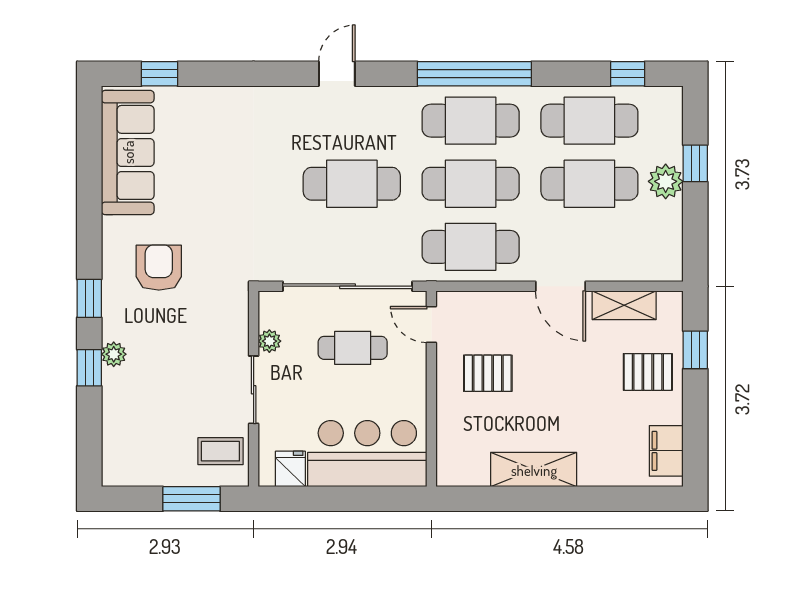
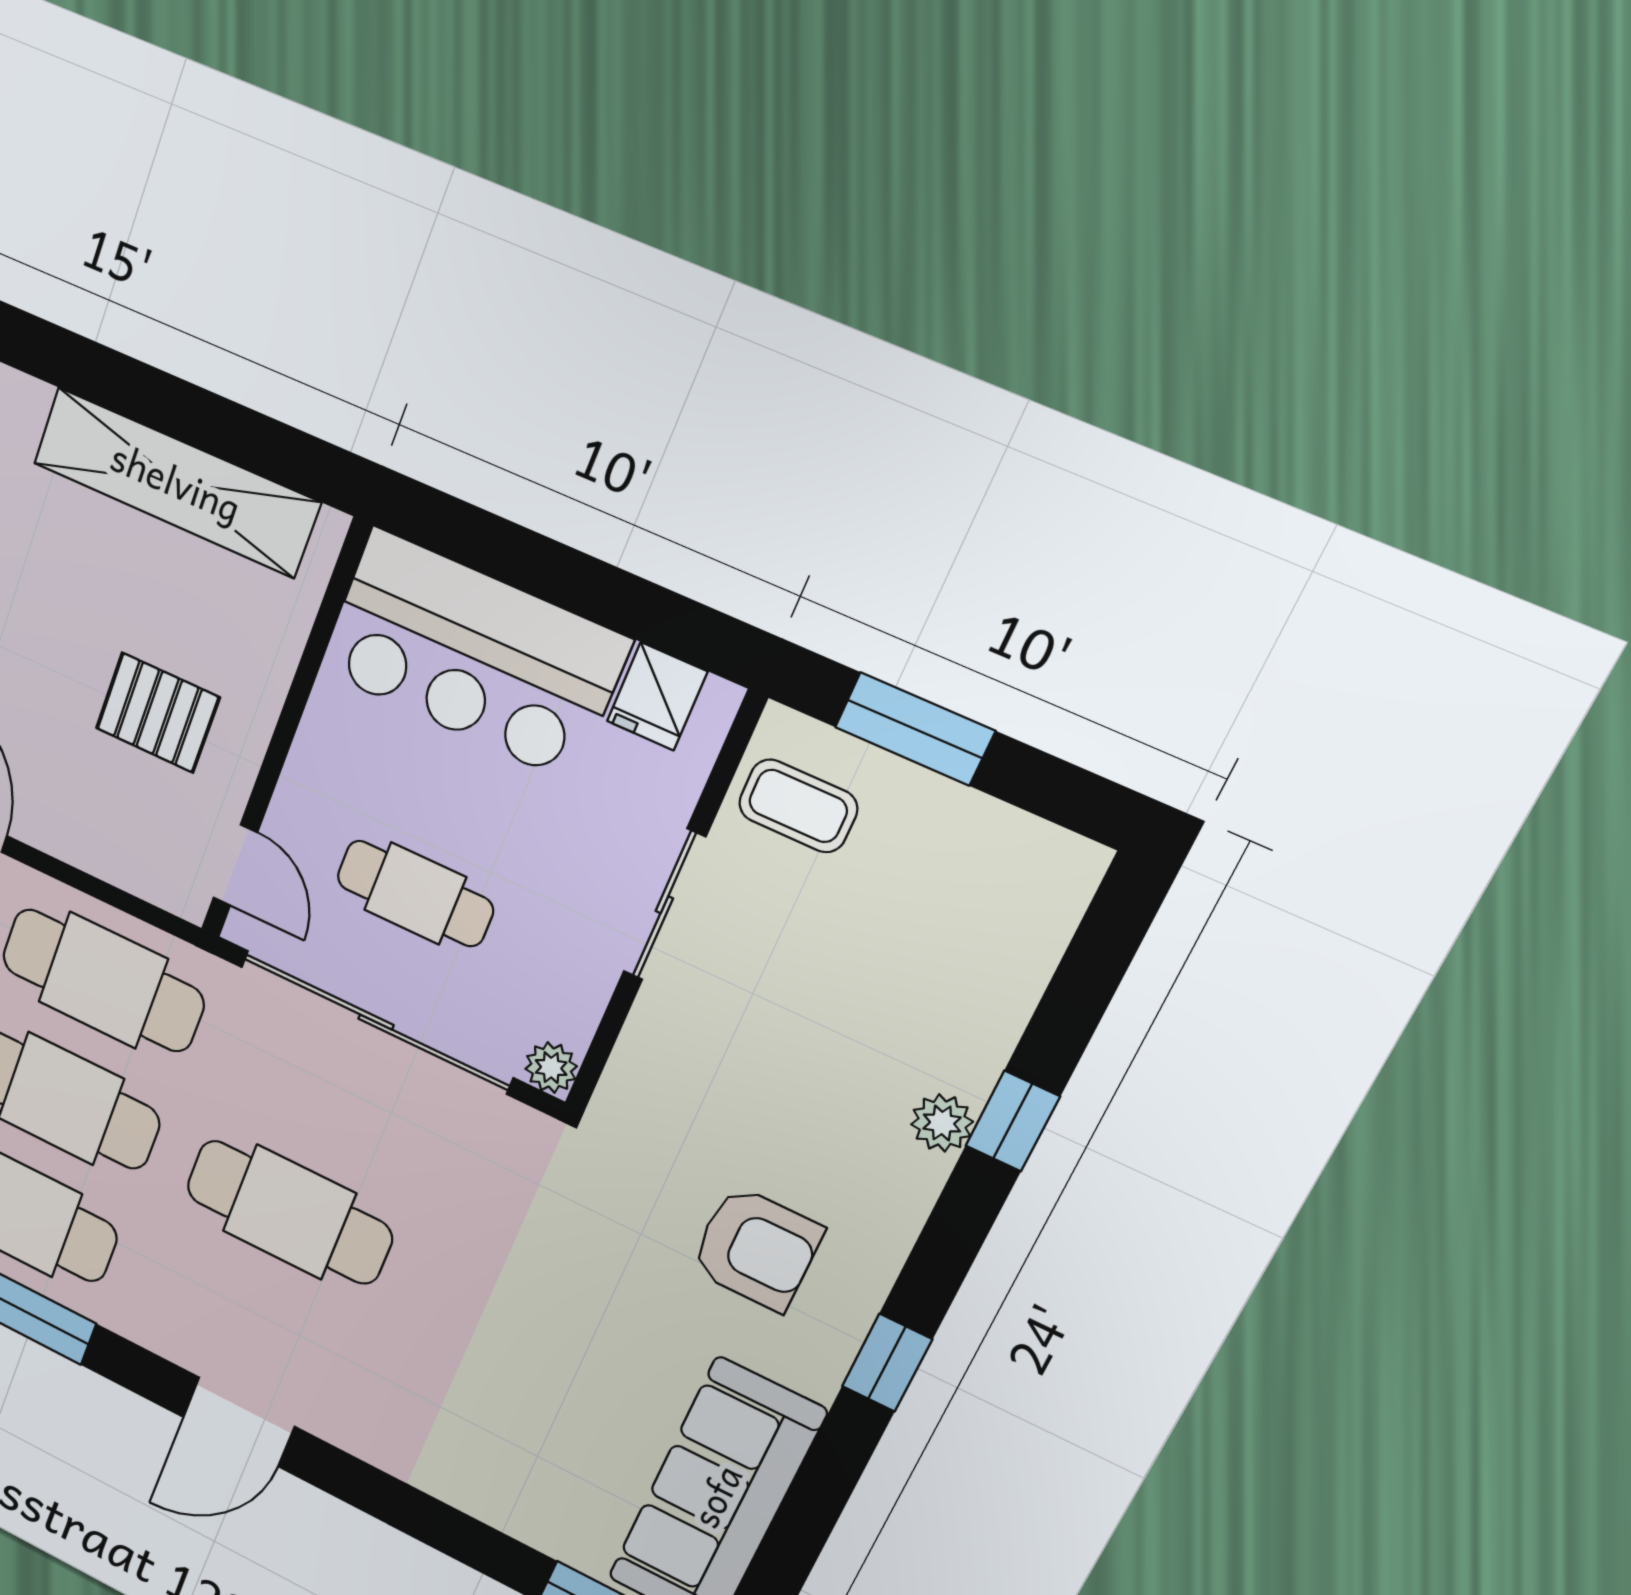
door: (337, 74) -> (239, 1422), width x1.38
armchair: (159, 268) -> (756, 1248), turned -90
window: (89, 298) -> (887, 1363), moved
plant: (269, 341) -> (551, 1068), moved
shelving: (534, 470) -> (176, 482), width x1.47

